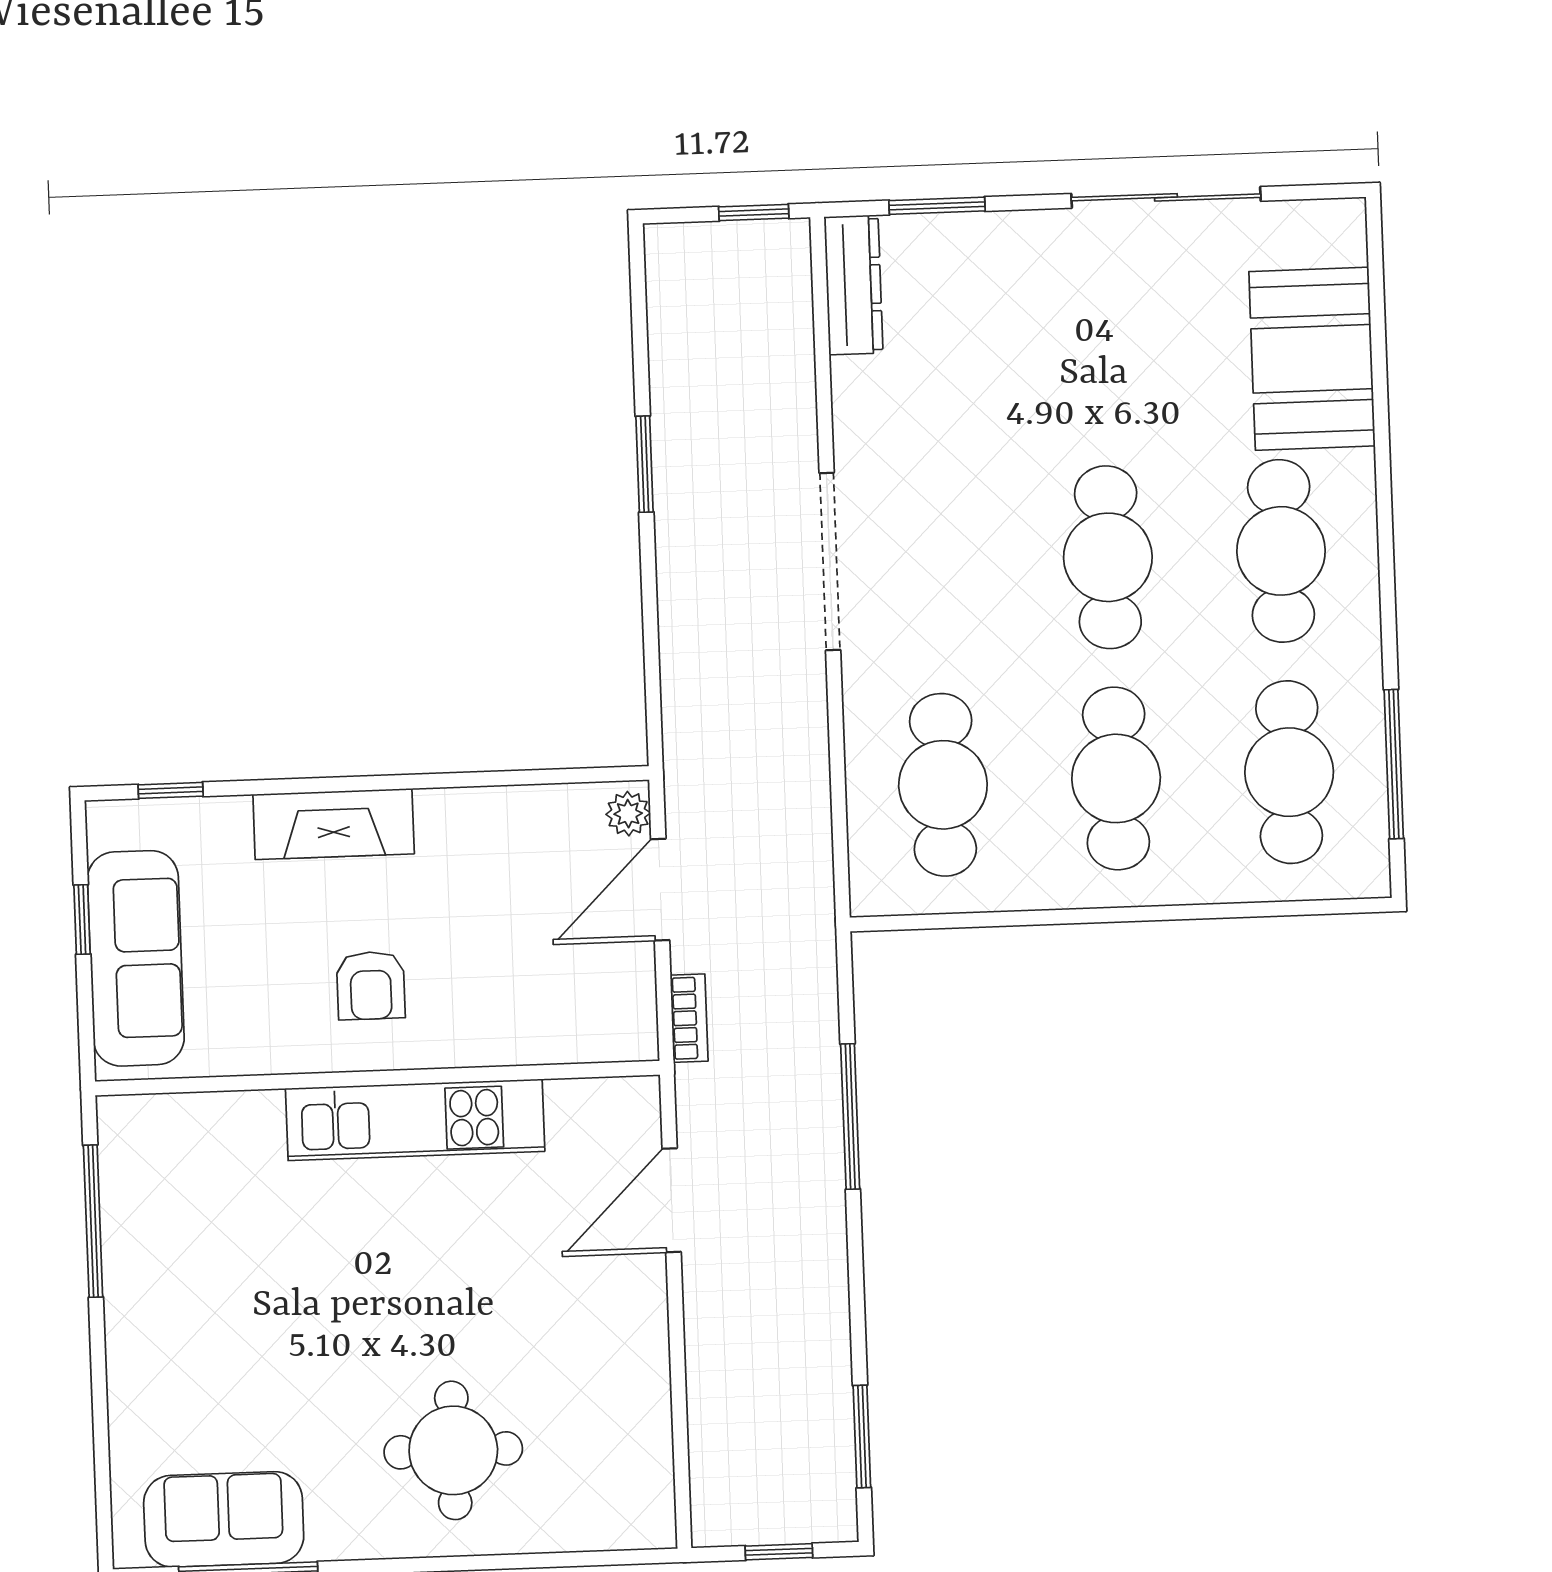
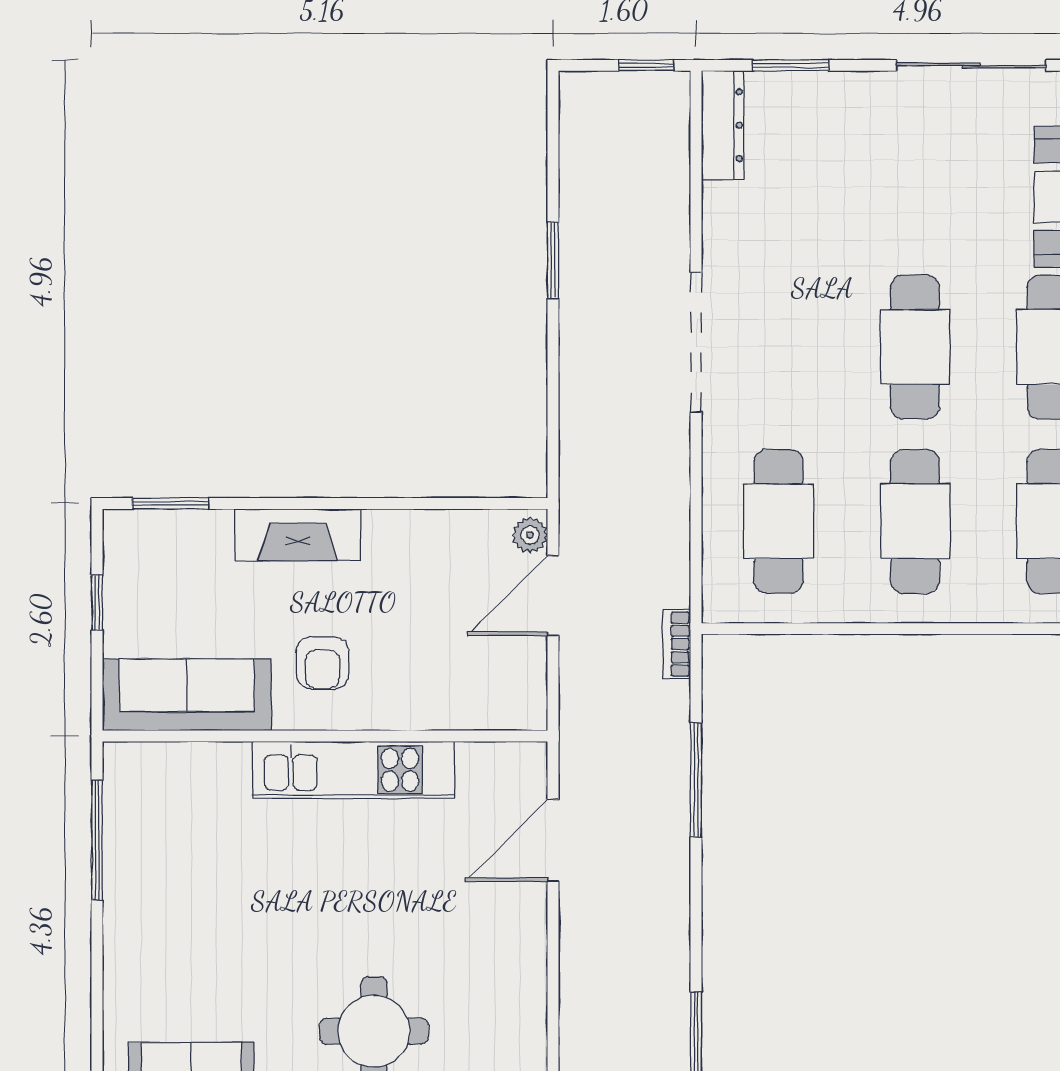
window: (171, 790) -> (171, 503), width x1.50
sofa: (136, 958) -> (187, 695), moved, turned -90
bookcase: (689, 1018) -> (677, 644), moved, turned 180

